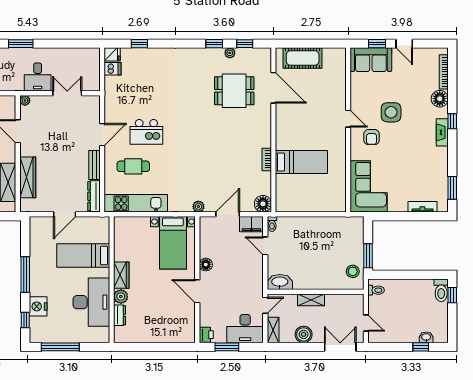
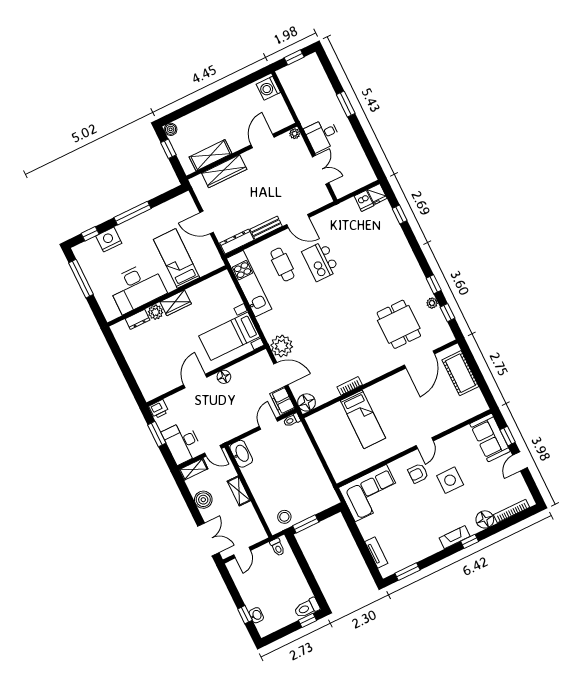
plant: (198, 207) -> (282, 346), width x1.87, depth x1.87

